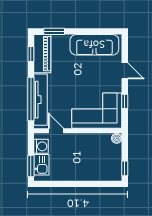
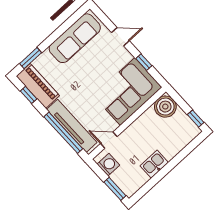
boiler: (117, 138) -> (165, 107), width x1.86, depth x1.86
kitchen sink: (41, 165) -> (154, 164), moved, turned -90

